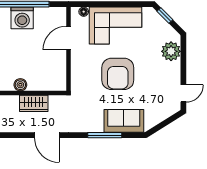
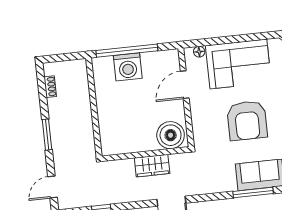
boiler: (20, 85) -> (171, 135), moved, width x1.86, depth x1.86
window: (105, 135) -> (253, 192), moved

